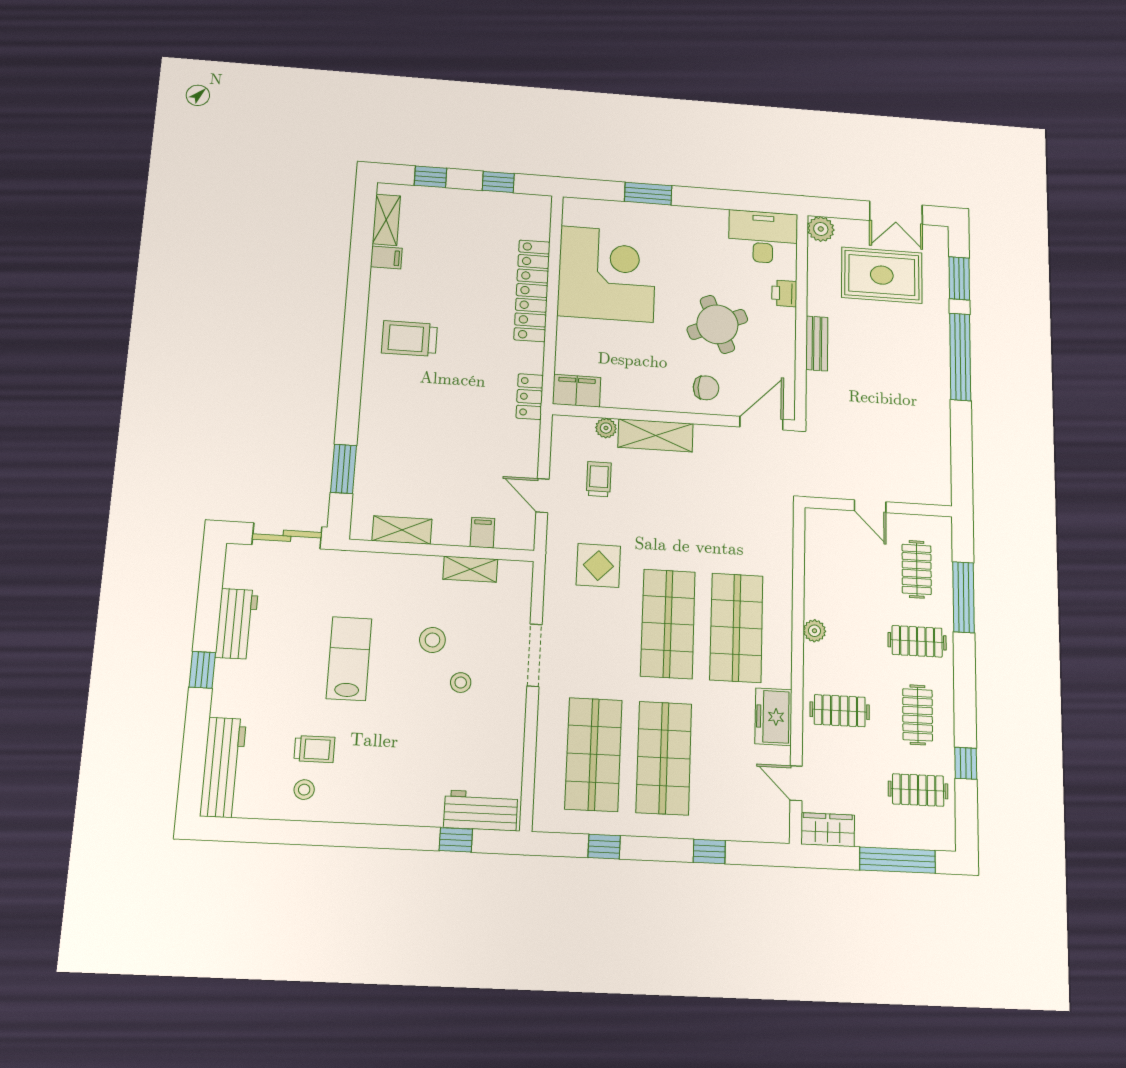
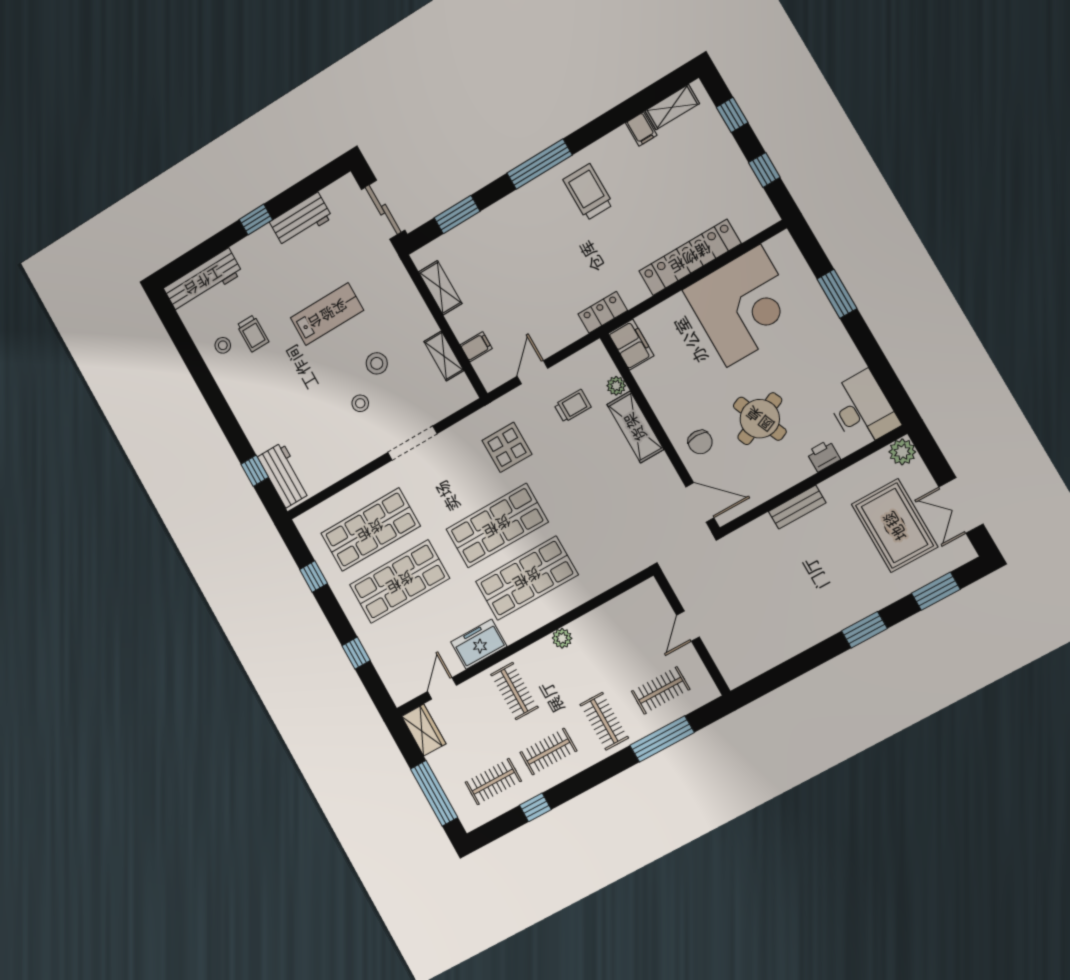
window: (960, 357) -> (864, 630), width x0.47
window: (352, 364) -> (540, 164), added
clothes rail: (918, 790) -> (493, 782), turned 90

